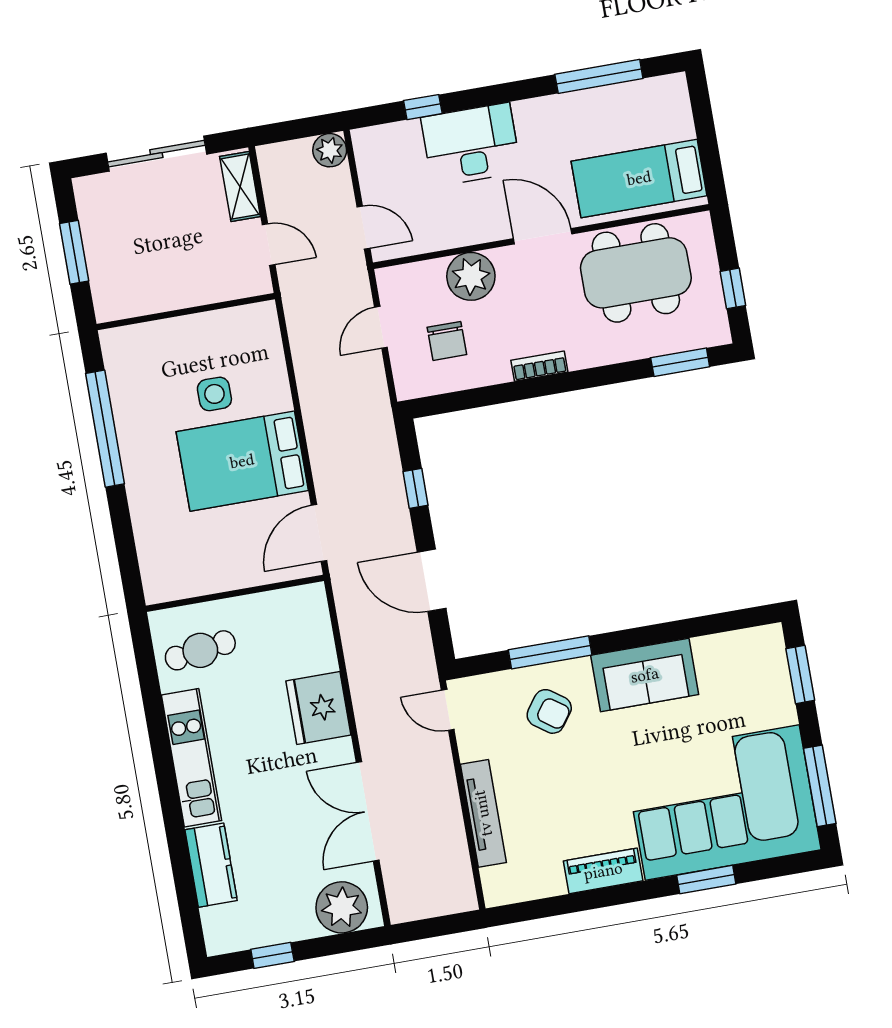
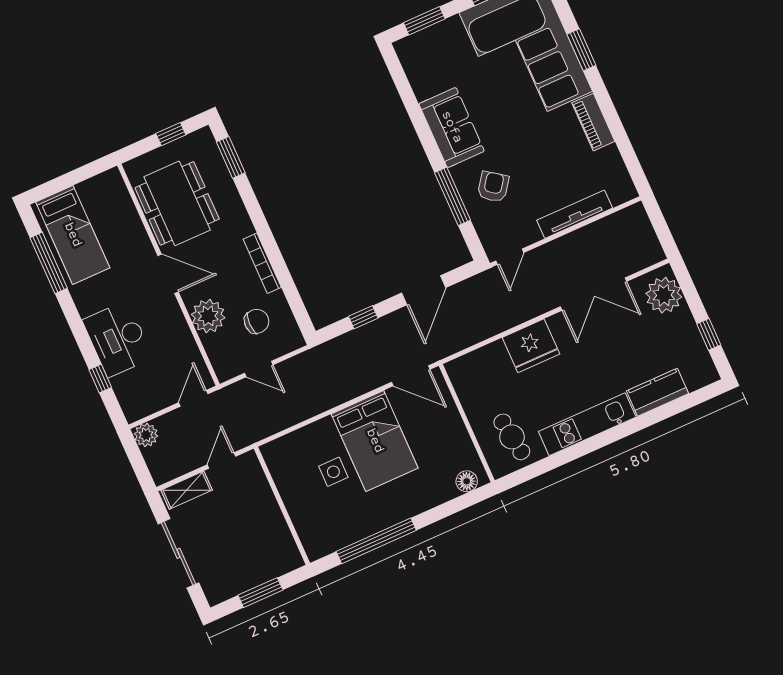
bed: (639, 178) -> (73, 235), moved
door: (543, 236) -> (168, 274), swing flipped
bookcase: (539, 366) -> (262, 263), width x1.56
floor lamp: (155, 573) -> (467, 481), added

